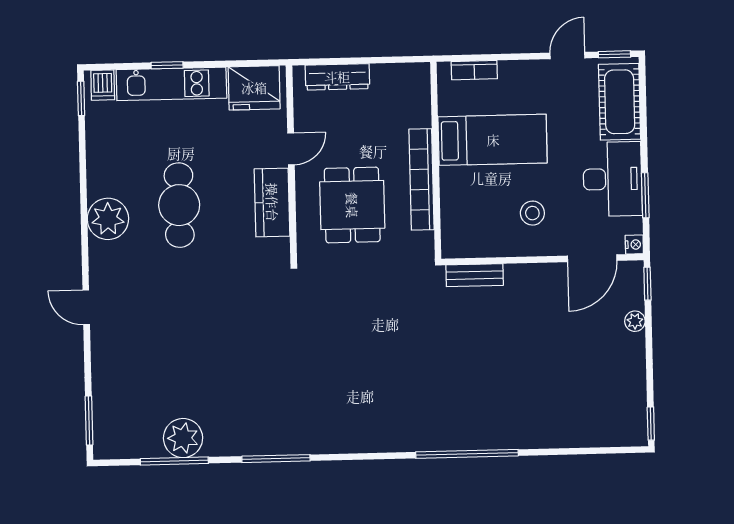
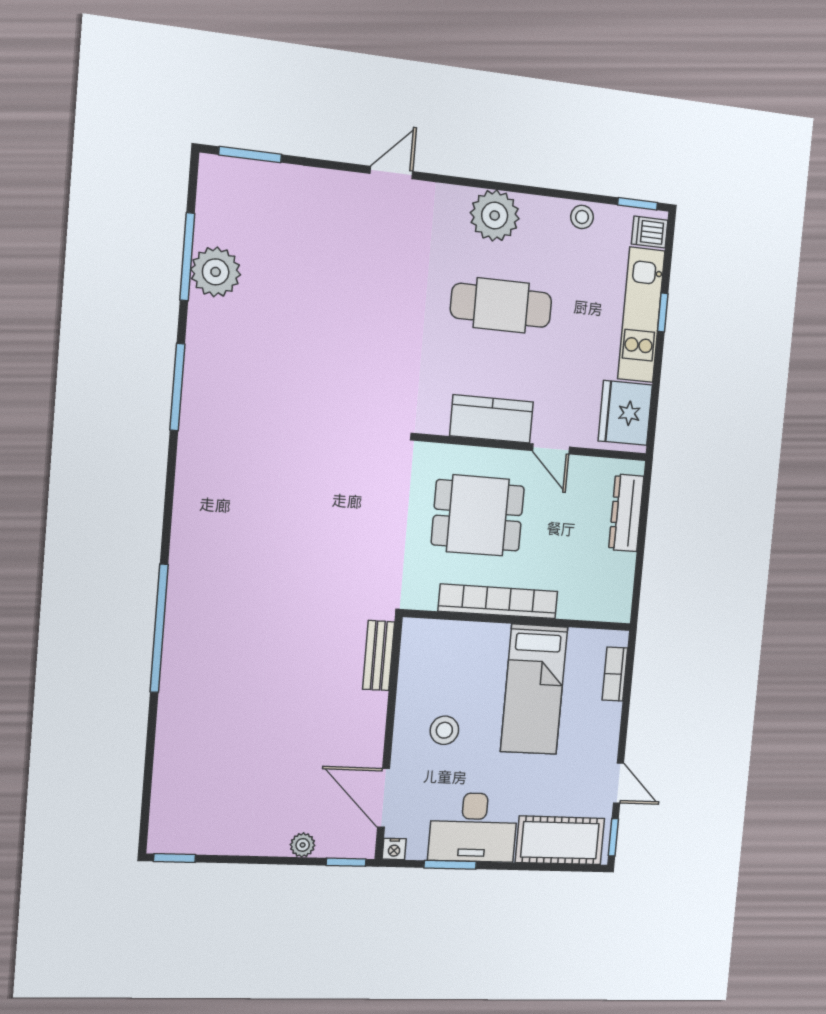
stool: (99, 145) -> (582, 217), added

